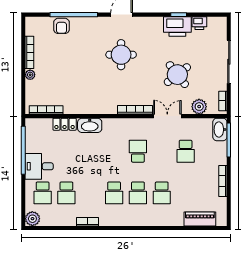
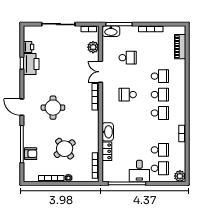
round table: (177, 75) -> (65, 149), moved

